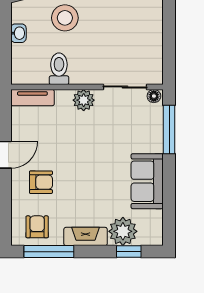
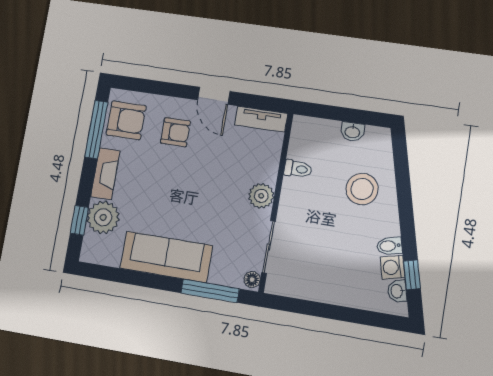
toilet: (59, 69) -> (298, 169), width x0.73, depth x0.72
tv unit: (32, 98) -> (261, 119), moved, turned -90
sofa: (147, 181) -> (166, 257), width x1.36
armchair: (41, 182) -> (175, 132), turned -90
armchair: (37, 227) -> (126, 120), width x1.38, depth x1.38

